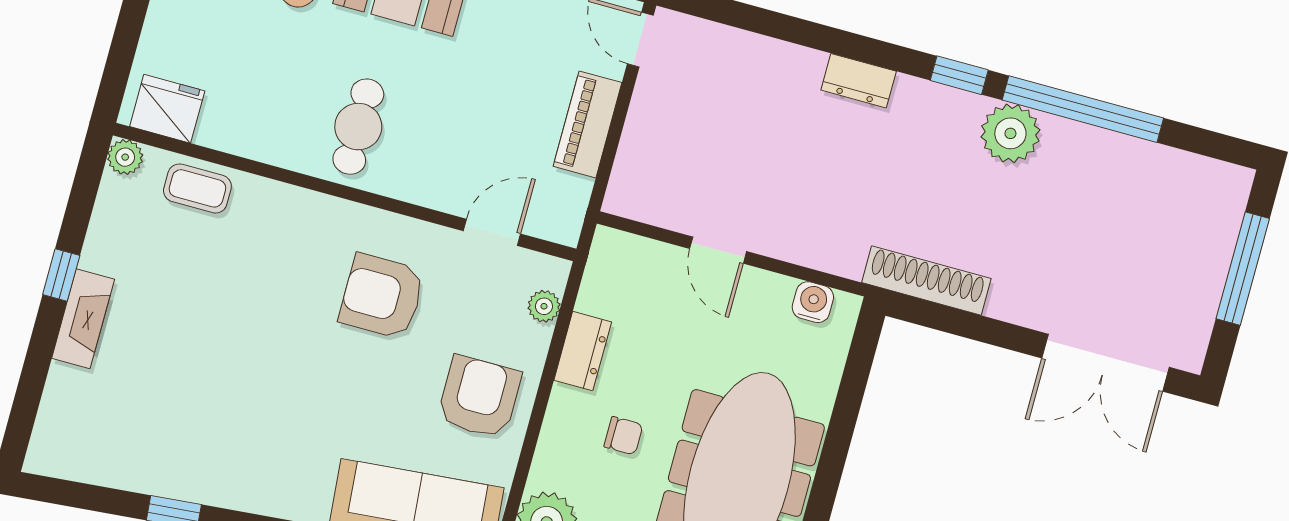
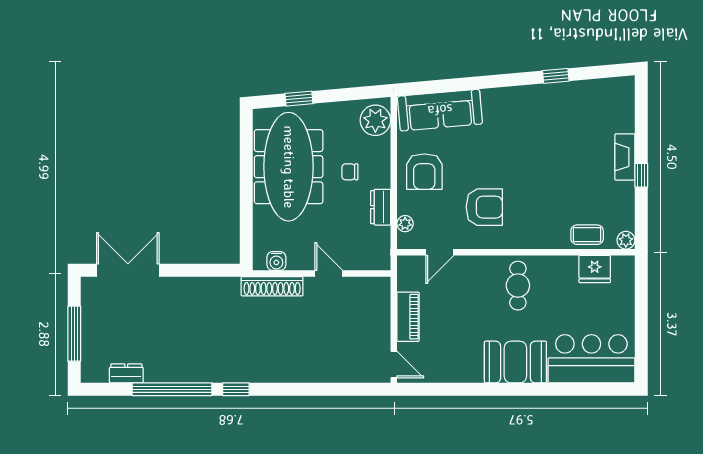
dresser: (859, 81) -> (126, 373), moved
fridge: (167, 109) -> (595, 269), moved
plant: (1010, 133) -> (204, 368), removed
shoe rack: (926, 281) -> (272, 286), moved

